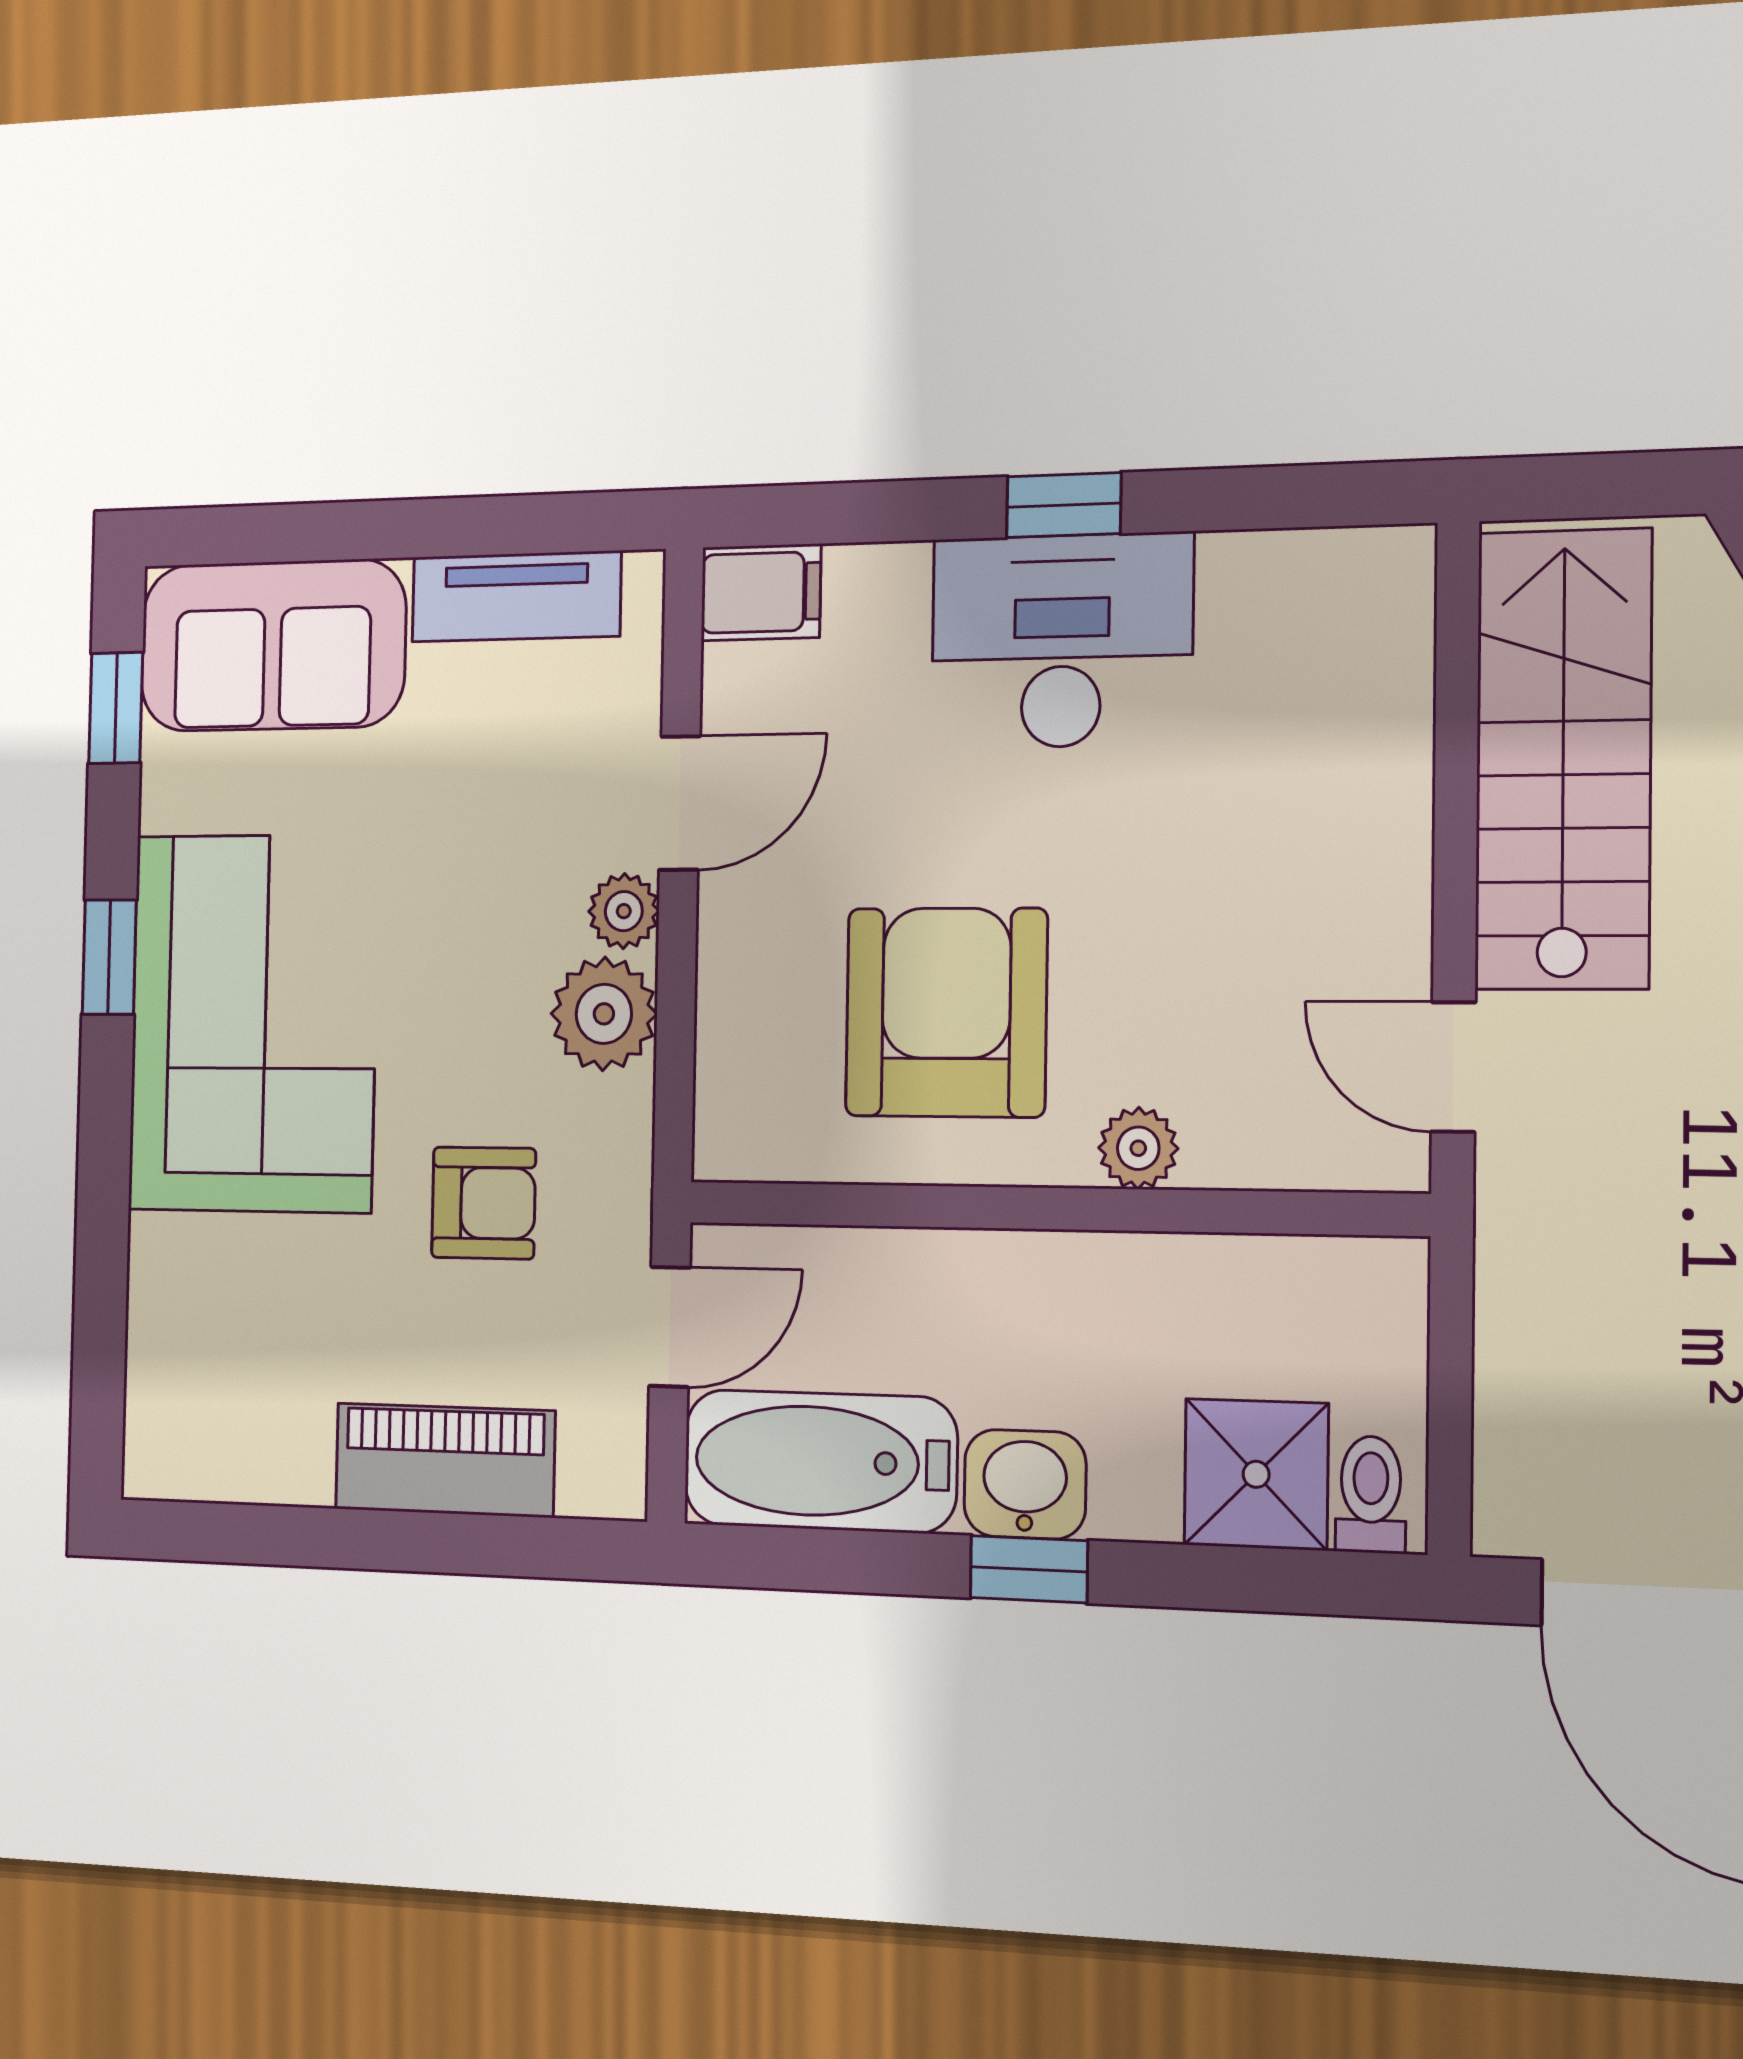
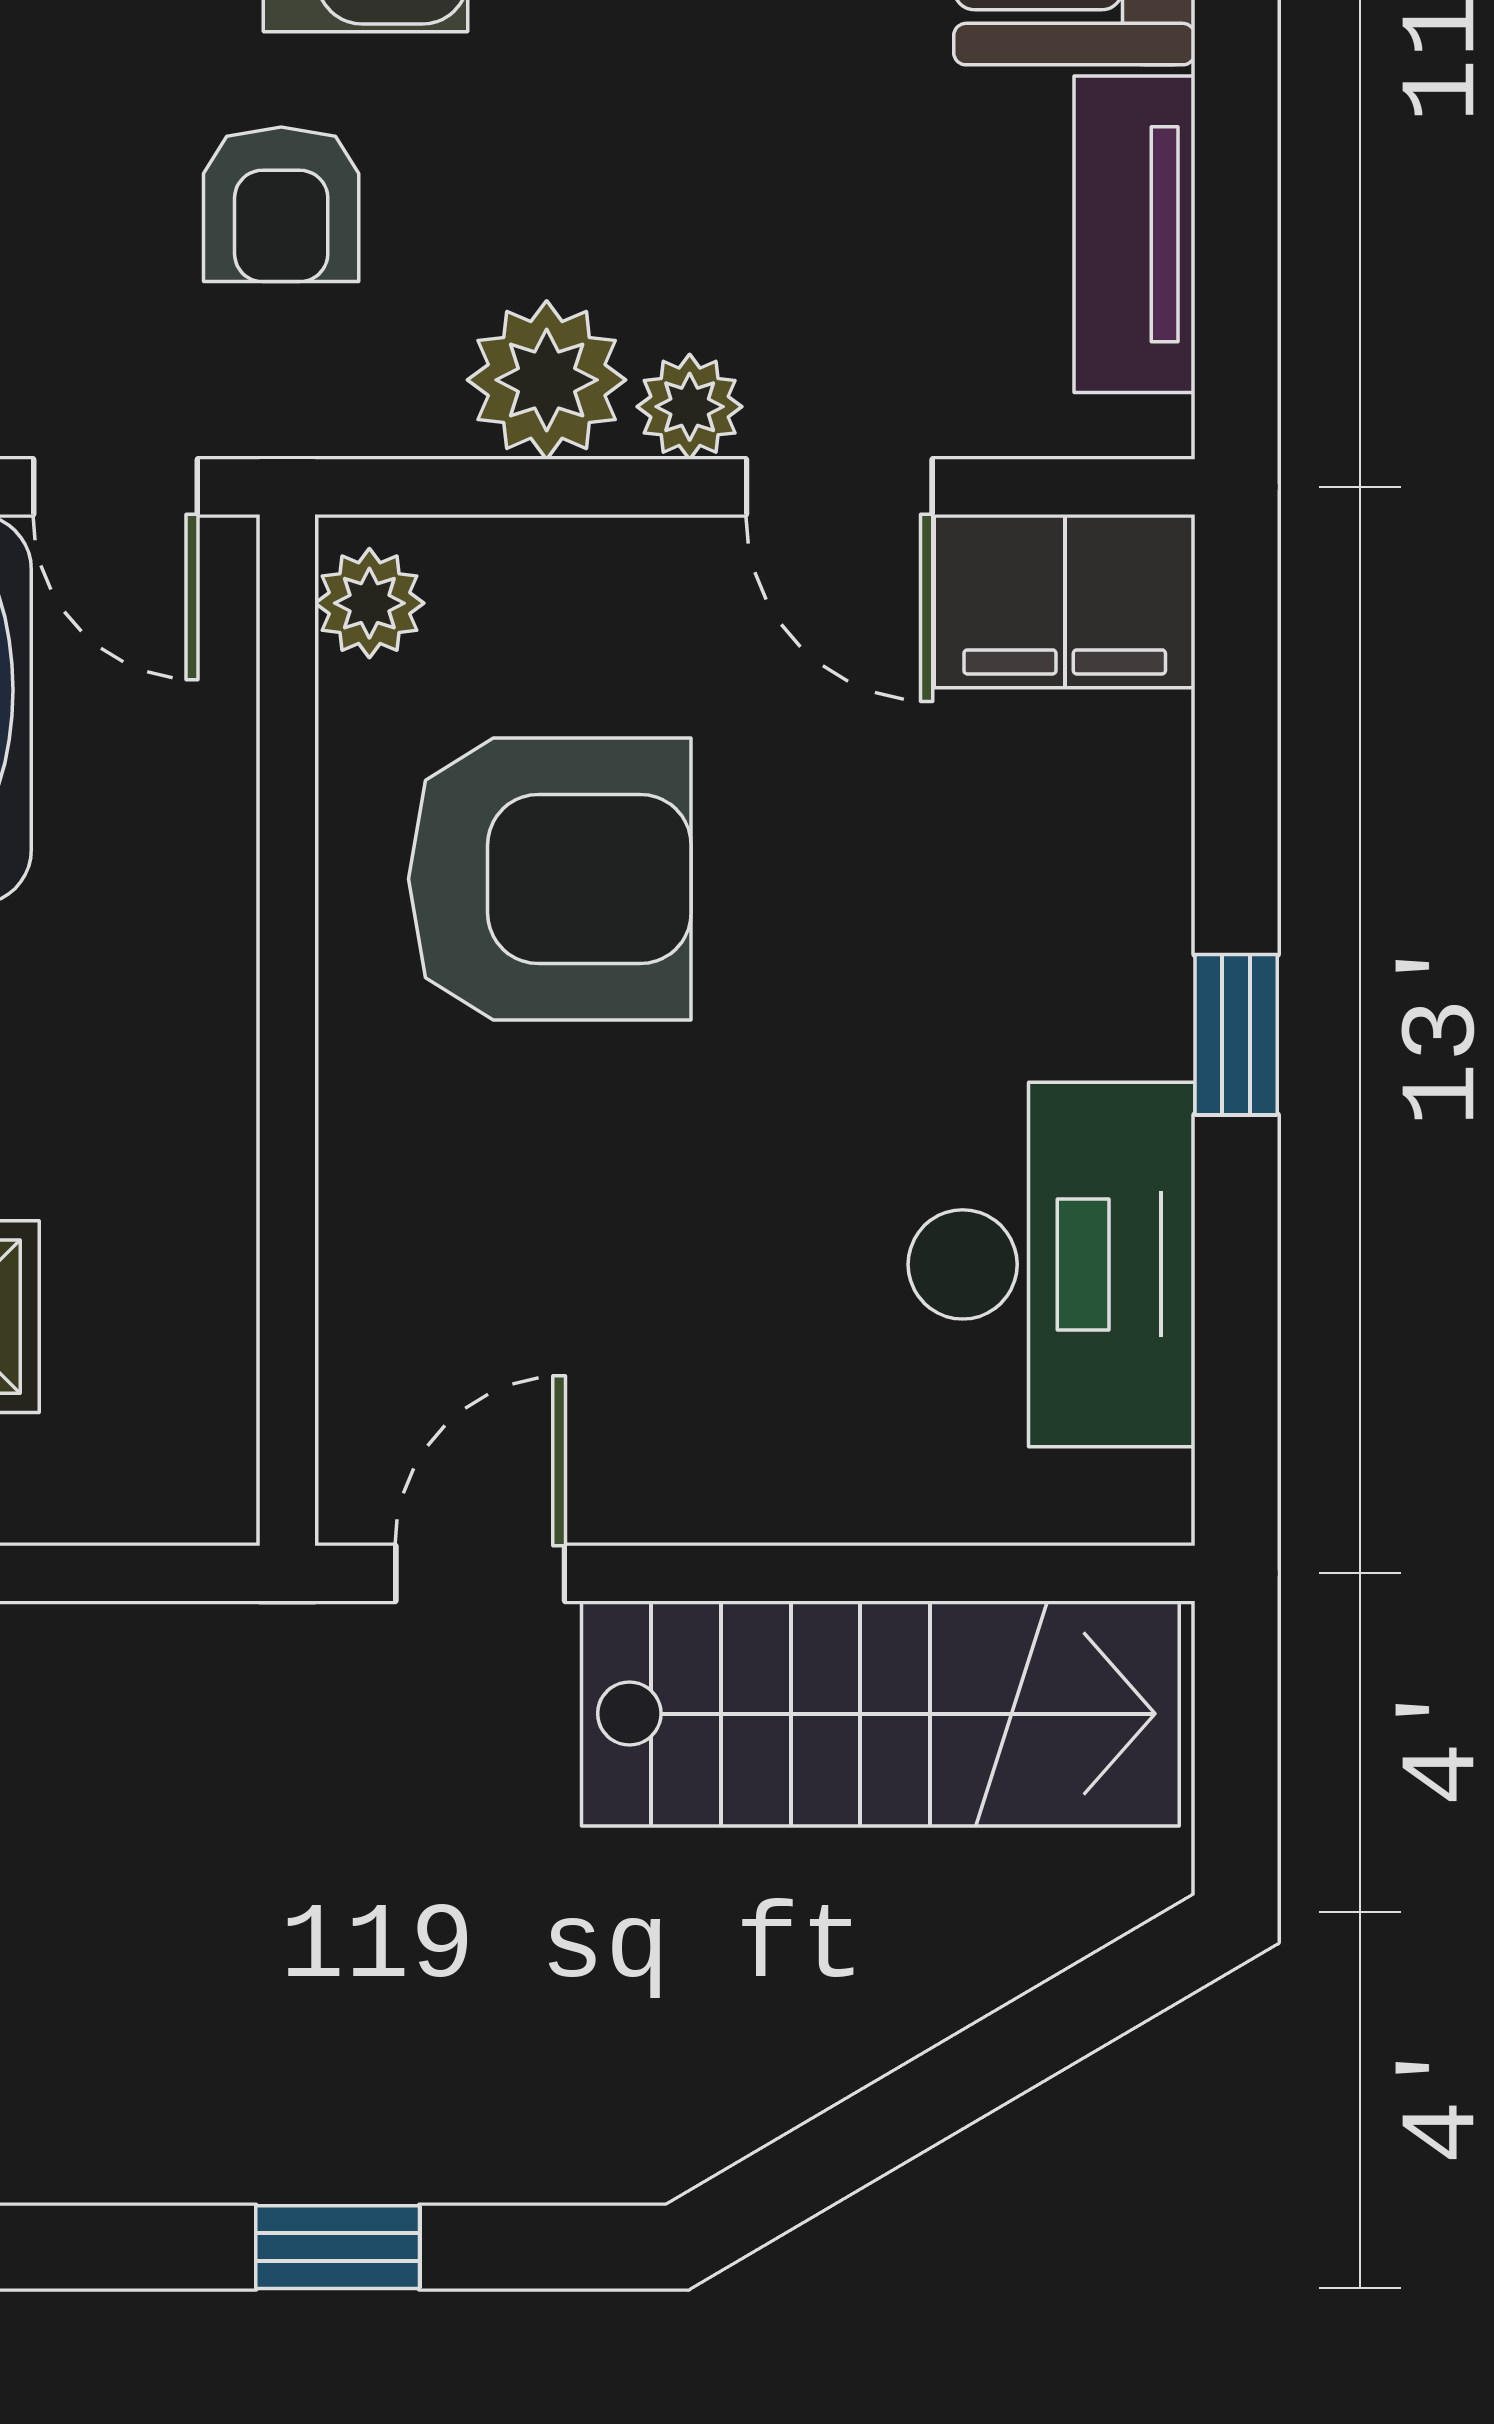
filing cabinet: (761, 592) -> (1065, 601), width x2.00
desk: (1062, 641) -> (1052, 1264), moved
plant: (1138, 1148) -> (369, 603), moved

